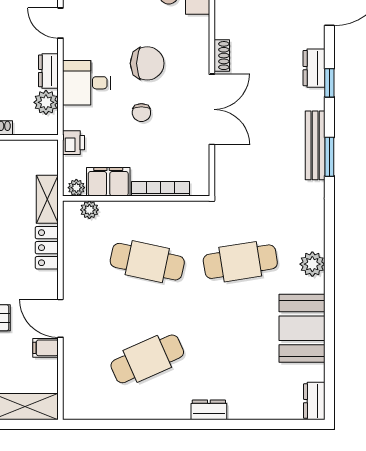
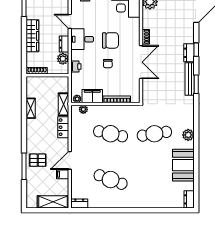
dresser: (314, 68) -> (189, 53), moved
desk: (87, 83) -> (82, 39), moved
printer: (74, 143) -> (76, 67), moved
door: (60, 318) -> (70, 160), hinge flipped
cafe table: (147, 359) -> (111, 180), turned 45
dresser: (209, 410) -> (79, 203), moved

